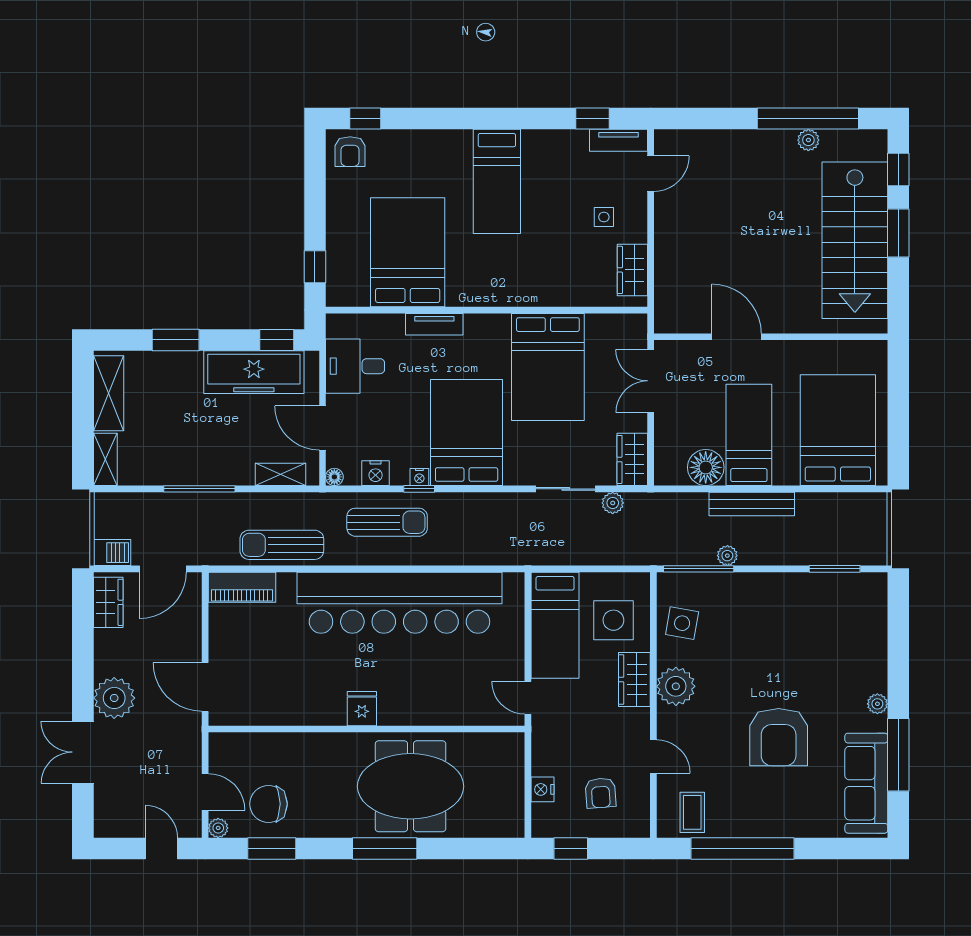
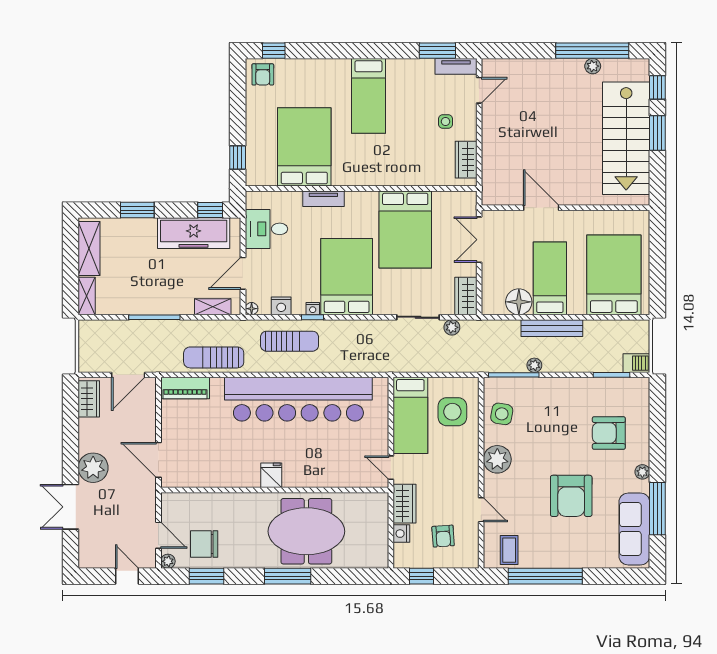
window: (593, 119) -> (437, 51), width x1.50
door: (322, 428) -> (243, 273), hinge flipped
barbecue: (112, 553) -> (636, 363), moved
armchair: (831, 650) -> (609, 433), added
wardrobe: (634, 680) -> (404, 504), moved, turned 180

